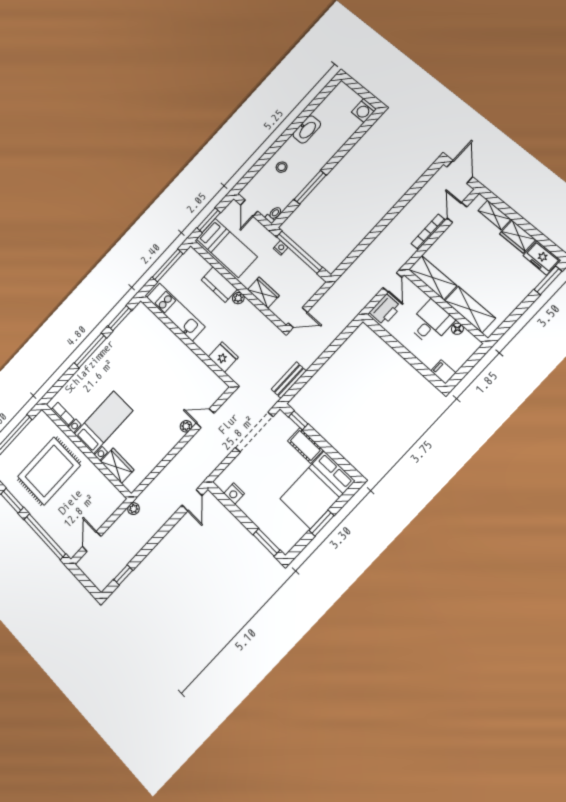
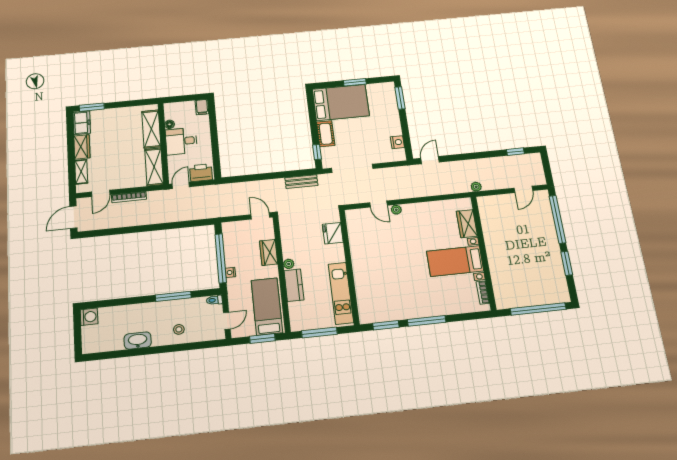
rug: (49, 471) -> (522, 261), removed

